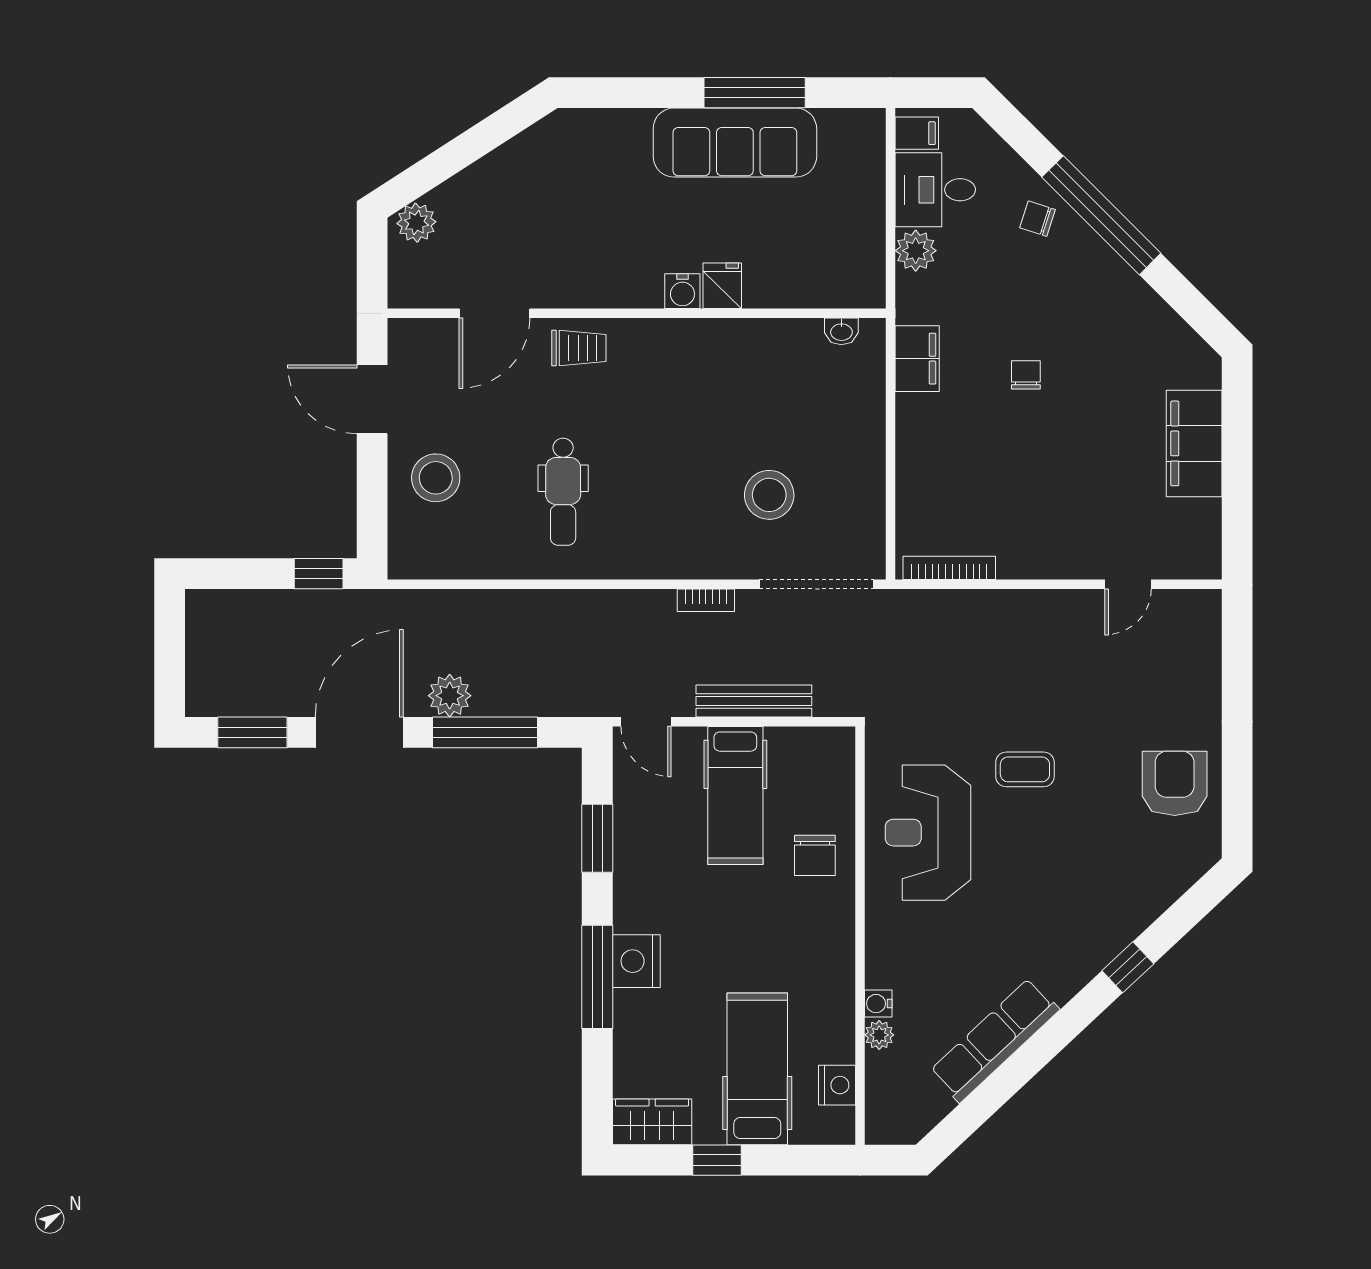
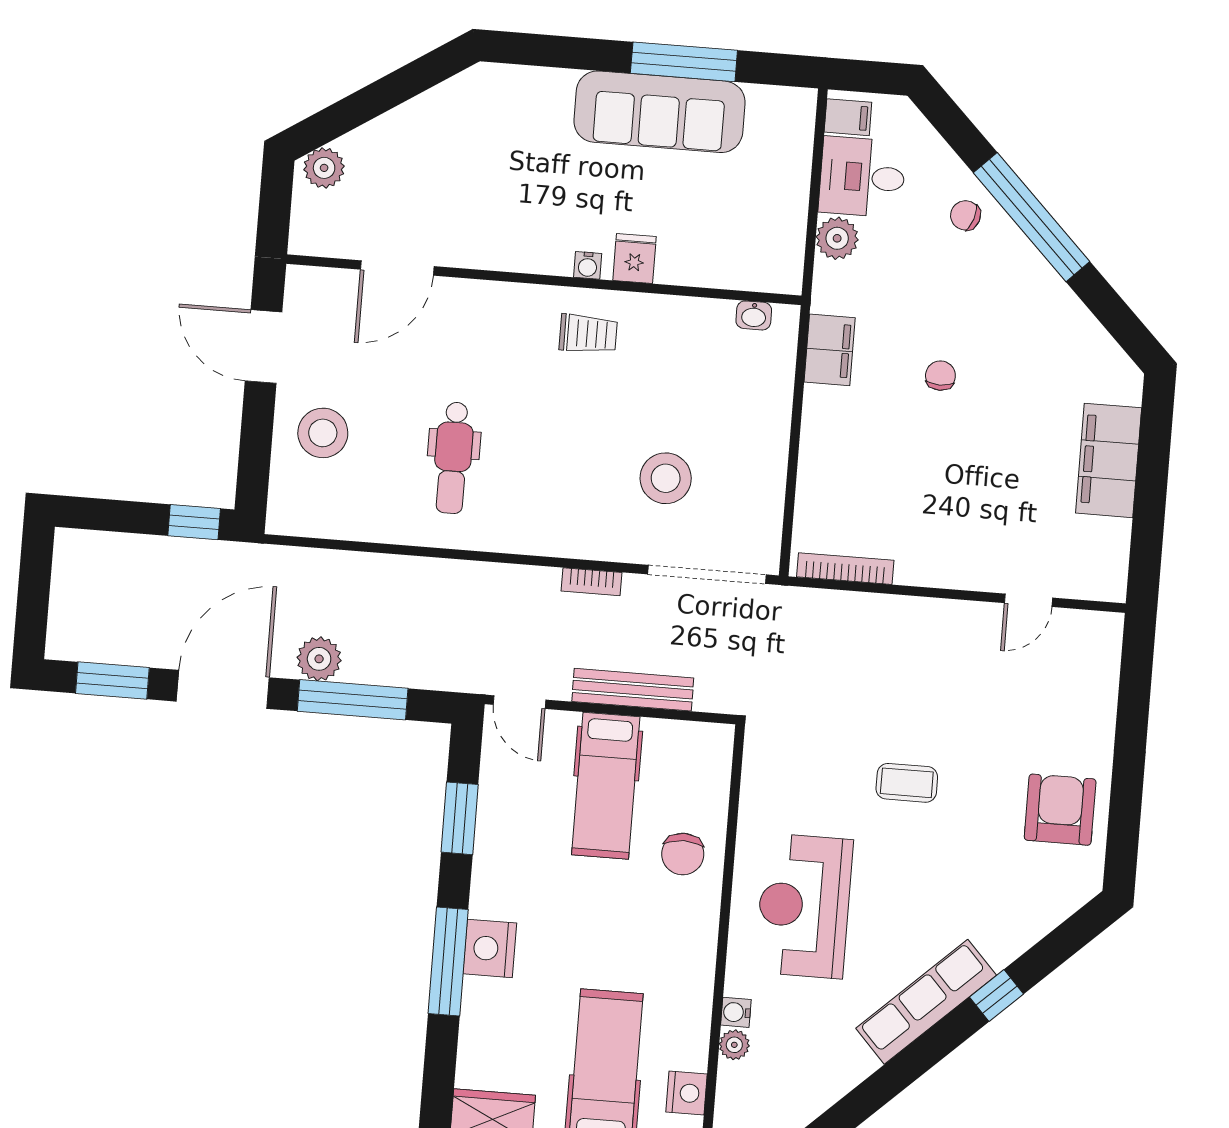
water cooler: (682, 291) -> (588, 265), width x0.72, depth x0.72
trolley: (579, 348) -> (588, 334), moved
reception desk: (928, 833) -> (804, 906), moved
row of seats: (995, 1040) -> (926, 1002), moved

